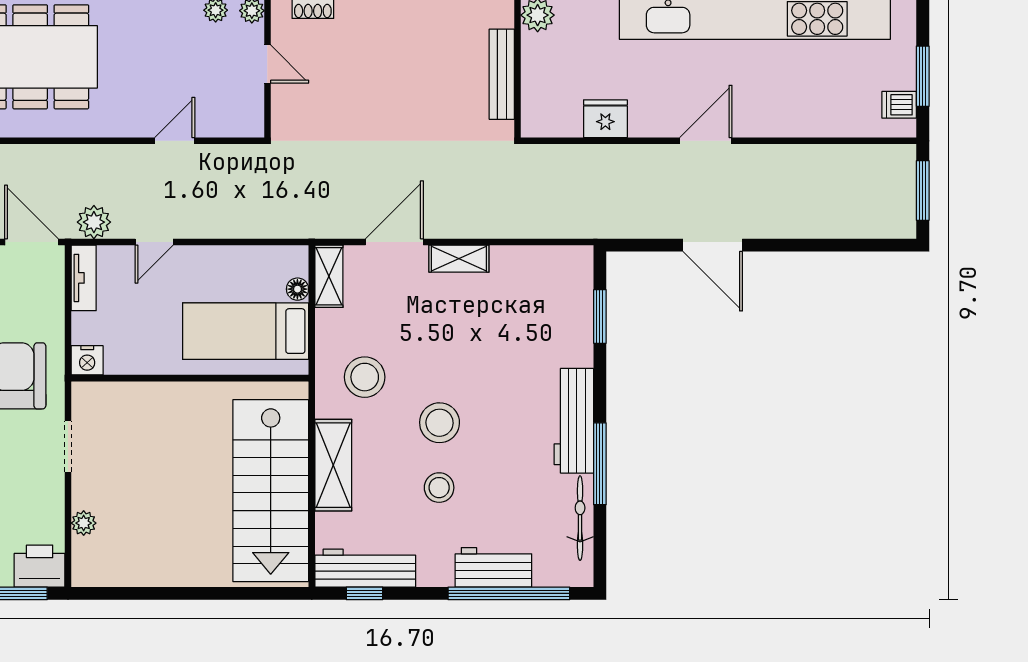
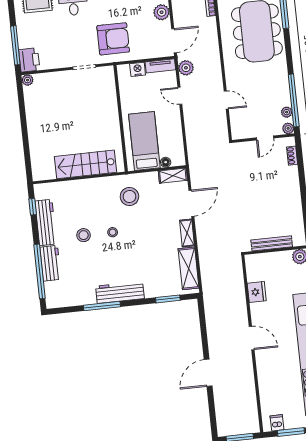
door: (394, 242) -> (191, 203), hinge flipped
door: (713, 245) -> (208, 373), moved
nightstand: (87, 360) -> (138, 69), moved, turned 90
stool: (440, 423) -> (113, 232), width x0.53, depth x0.53
shelving: (333, 465) -> (189, 268), moved, turned 90
stairs: (271, 491) -> (86, 164), width x0.73, depth x0.66
bicycle: (580, 518) -> (77, 300), removed
plant: (84, 523) -> (28, 80), moved
workbench: (365, 568) -> (46, 222), moved

